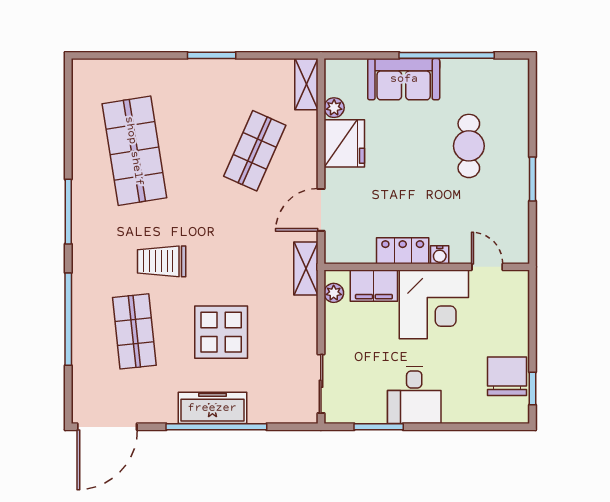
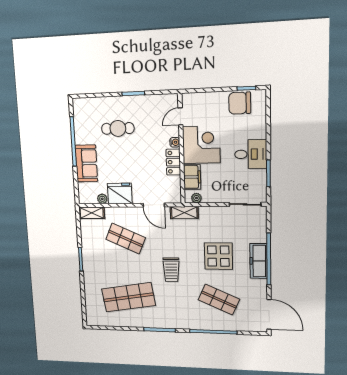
trolley: (162, 261) -> (171, 270), moved
shop shelf: (134, 331) -> (219, 300), turned 30

